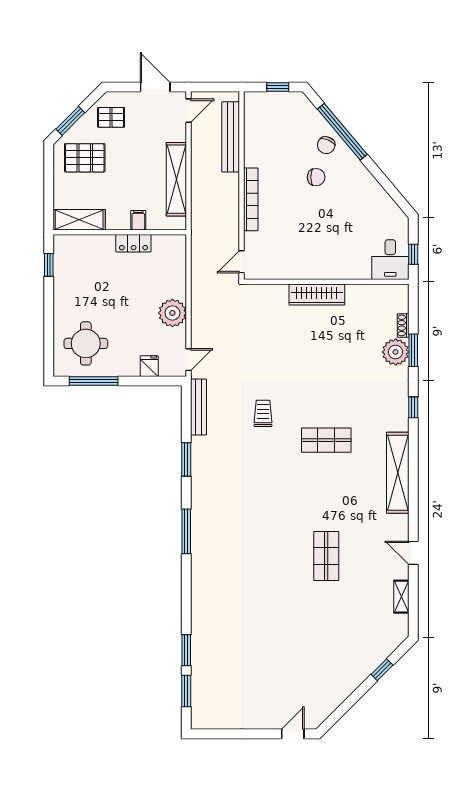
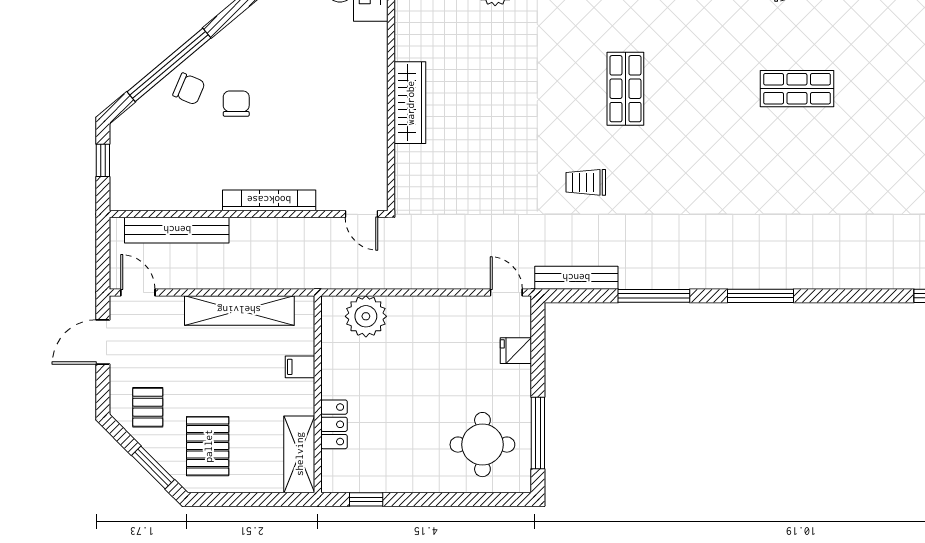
locker: (133, 243) -> (334, 424), moved
plant: (172, 313) -> (366, 316), moved
window: (186, 459) -> (654, 296), width x1.44

